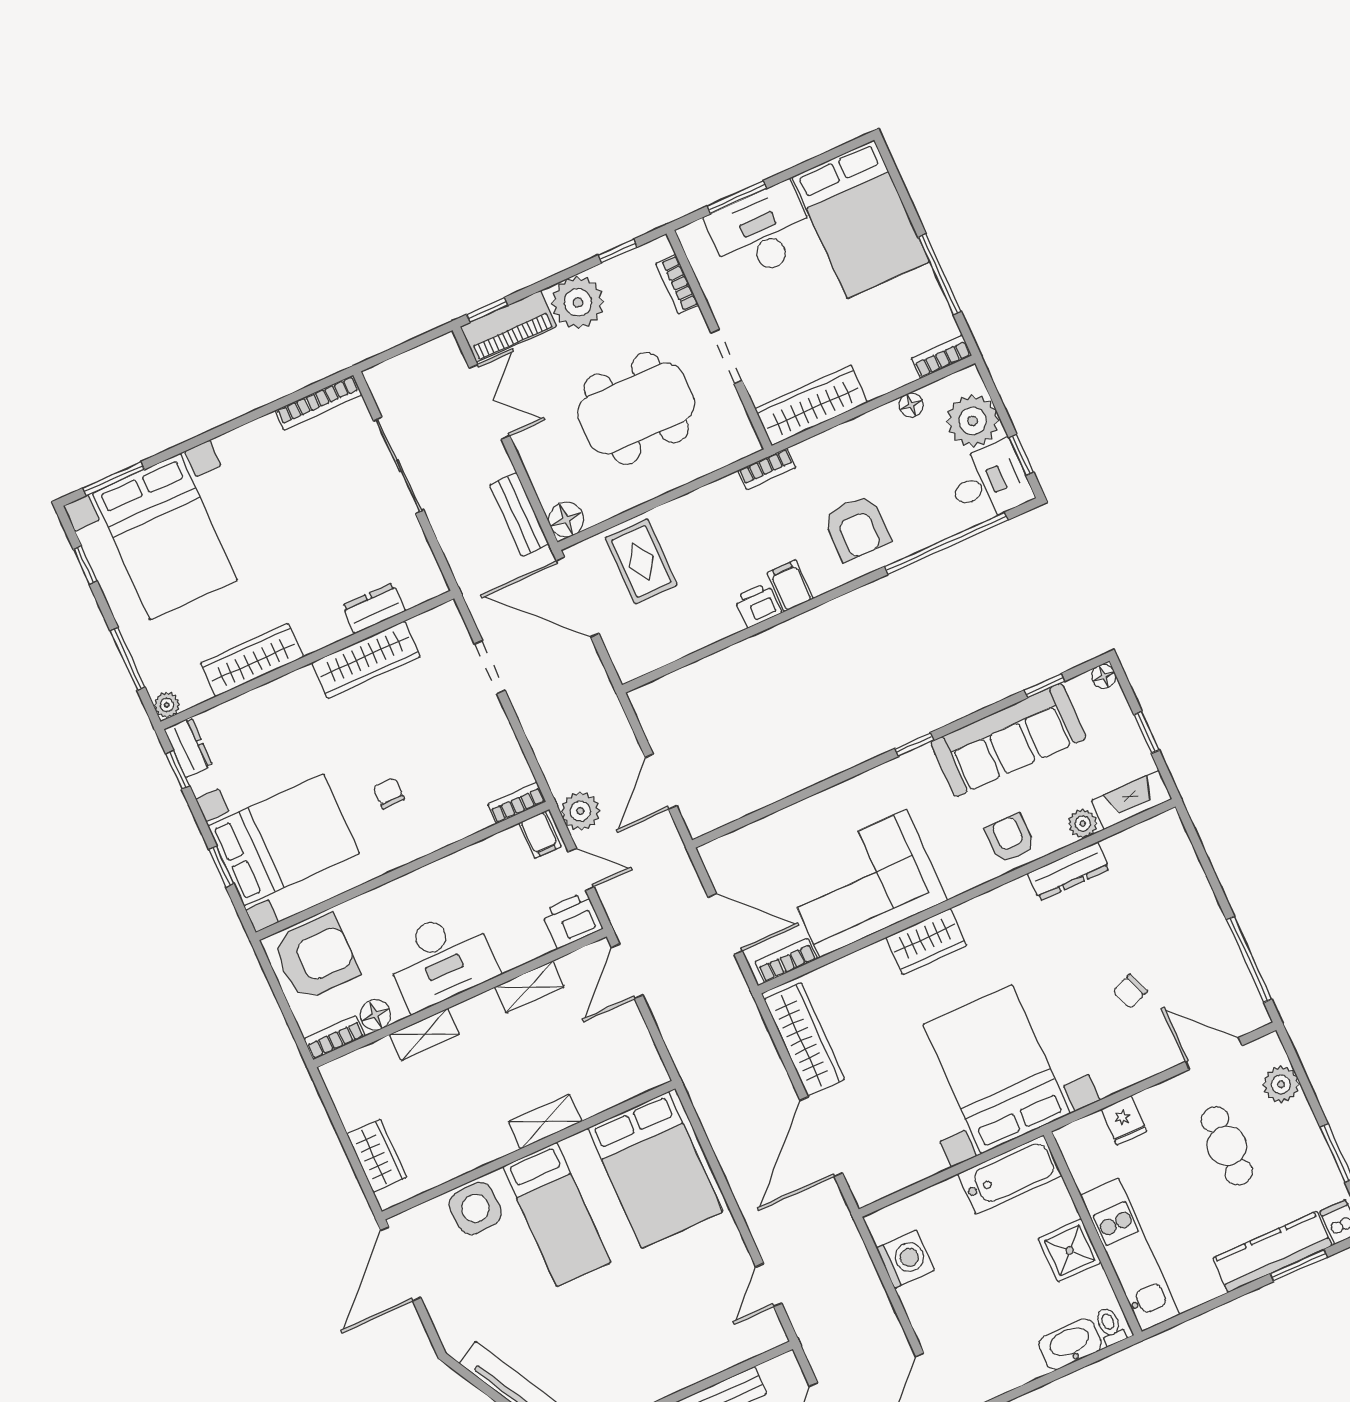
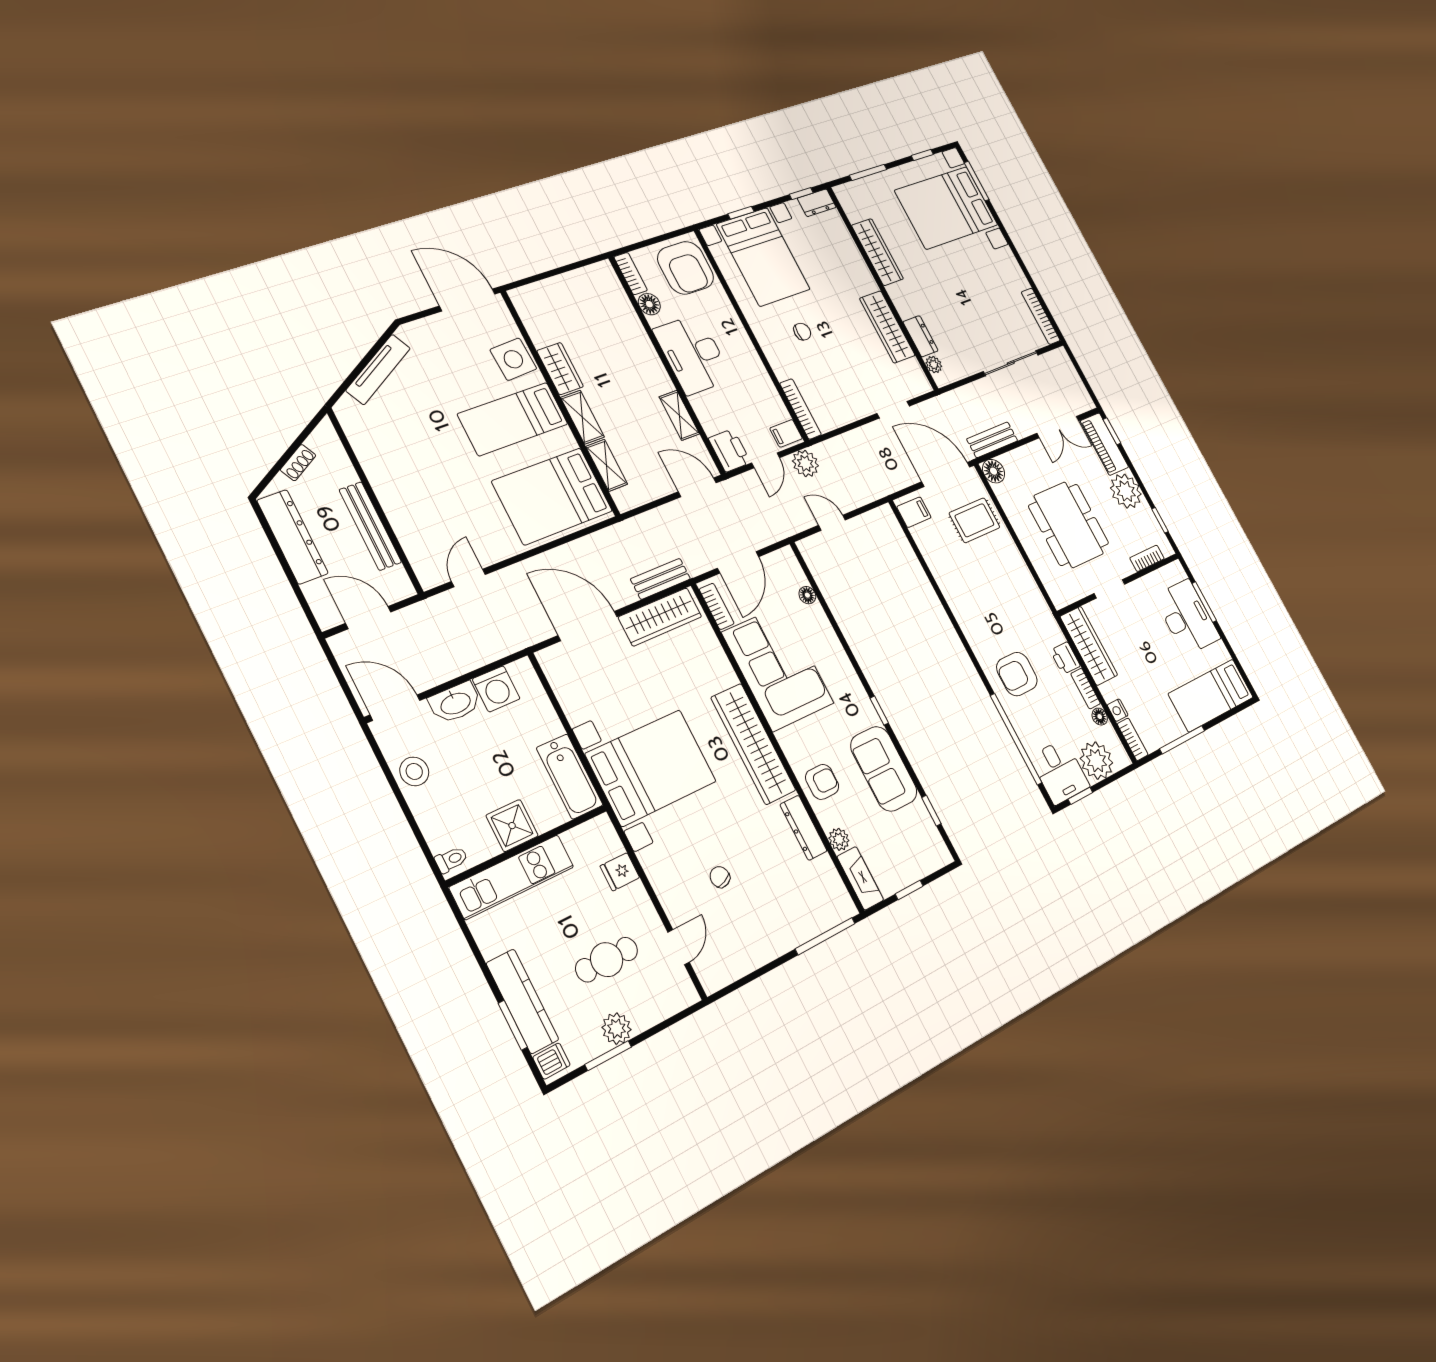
bed: (861, 219) -> (1211, 695), width x0.67
nightstand: (901, 374) -> (1118, 710), added
bookcase: (767, 469) -> (1086, 689), moved
filing cabinet: (790, 586) -> (914, 512), moved
door: (578, 597) -> (946, 474), hinge flipped
printer: (758, 605) -> (1065, 658), moved, turned 180
floor lamp: (1104, 676) -> (807, 595), moved
plant: (167, 705) -> (934, 365), moved
sofa: (1008, 740) -> (884, 769), width x0.73
door: (661, 782) -> (832, 523), width x0.73
bookcase: (517, 803) -> (800, 409), width x1.56
wardrobe: (926, 941) -> (753, 744), width x2.10, depth x1.17
window: (1249, 959) -> (825, 936), moved
shelving: (425, 1034) -> (607, 465), moved
bench: (754, 1034) -> (660, 579), added
door: (1214, 1054) -> (679, 947), width x0.73
plant: (1281, 1084) -> (617, 1029), moved
wardrobe: (377, 1156) -> (560, 369), moved, turned -90
door: (769, 1285) -> (468, 578), hinge flipped
washbasin: (1070, 1344) -> (455, 703), moved, turned 90
stool: (1008, 1364) -> (414, 771), added

